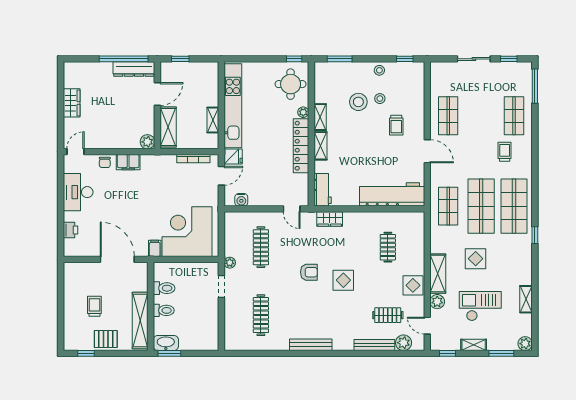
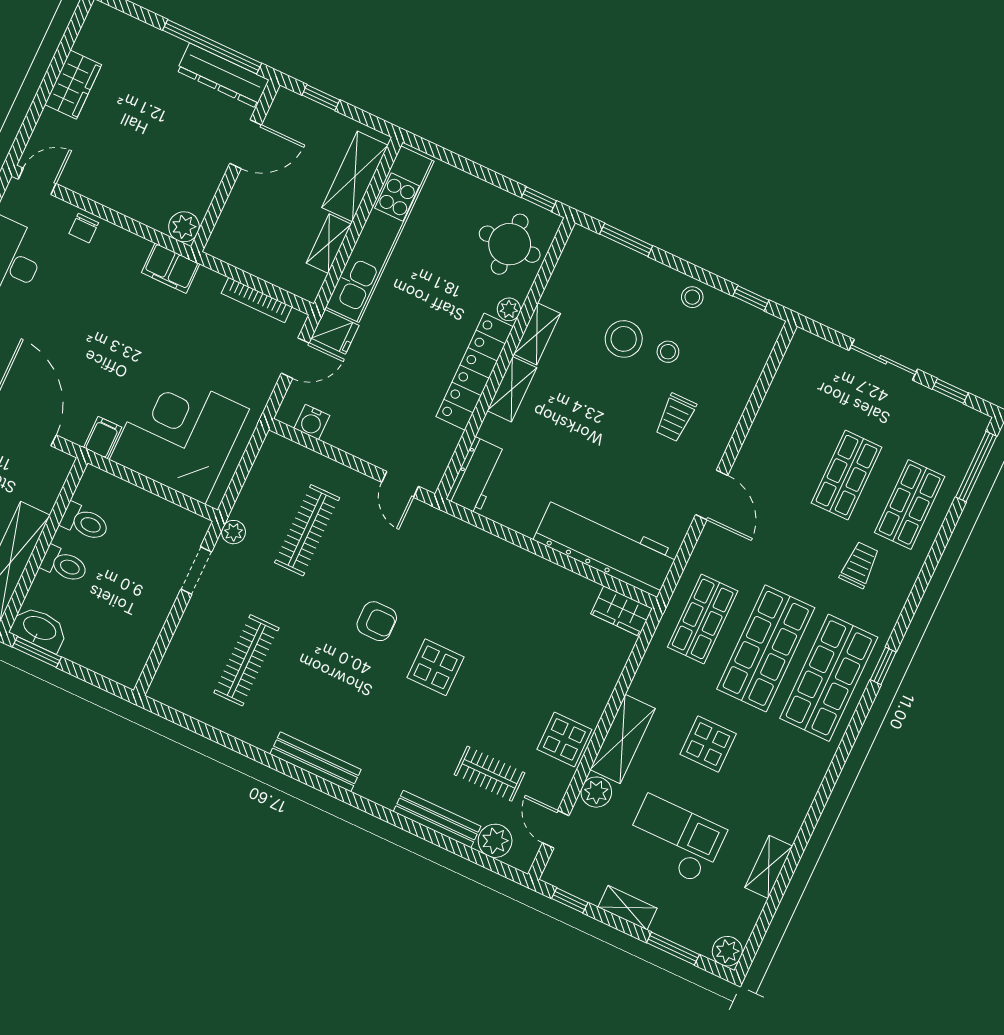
shop shelf: (448, 116) -> (847, 475), moved
shelving: (168, 127) -> (355, 176), moved
filing cabinet: (128, 162) -> (171, 268), moved
wardrobe: (330, 219) -> (622, 611), moved
window: (535, 235) -> (883, 666), moved
clothes rail: (388, 247) -> (550, 644), removed

